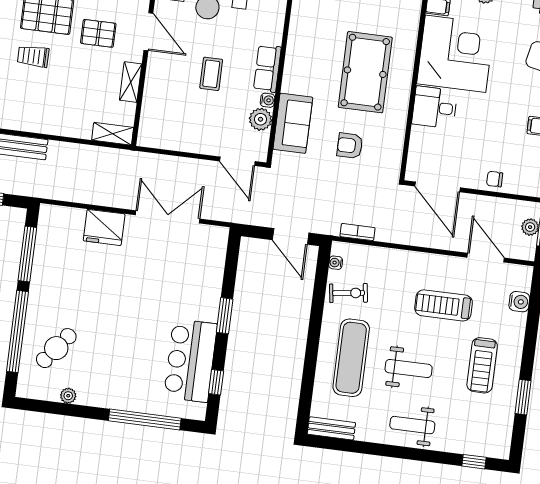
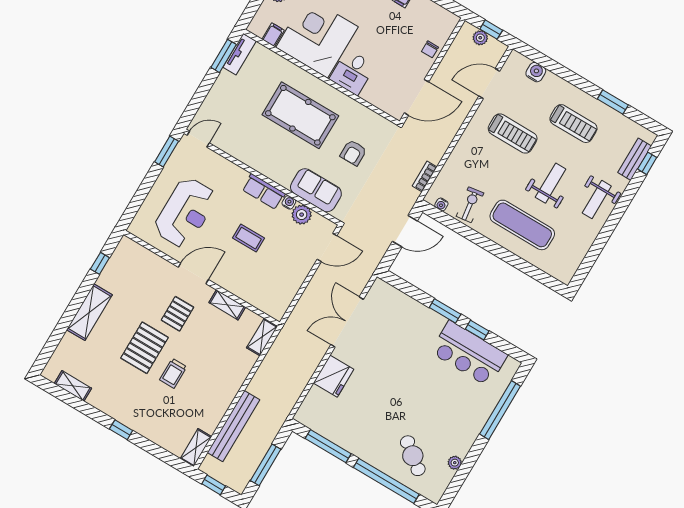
treadmill: (444, 305) -> (513, 134), turned -90
window: (216, 382) -> (477, 330), moved
bench: (331, 428) -> (635, 159), moved

